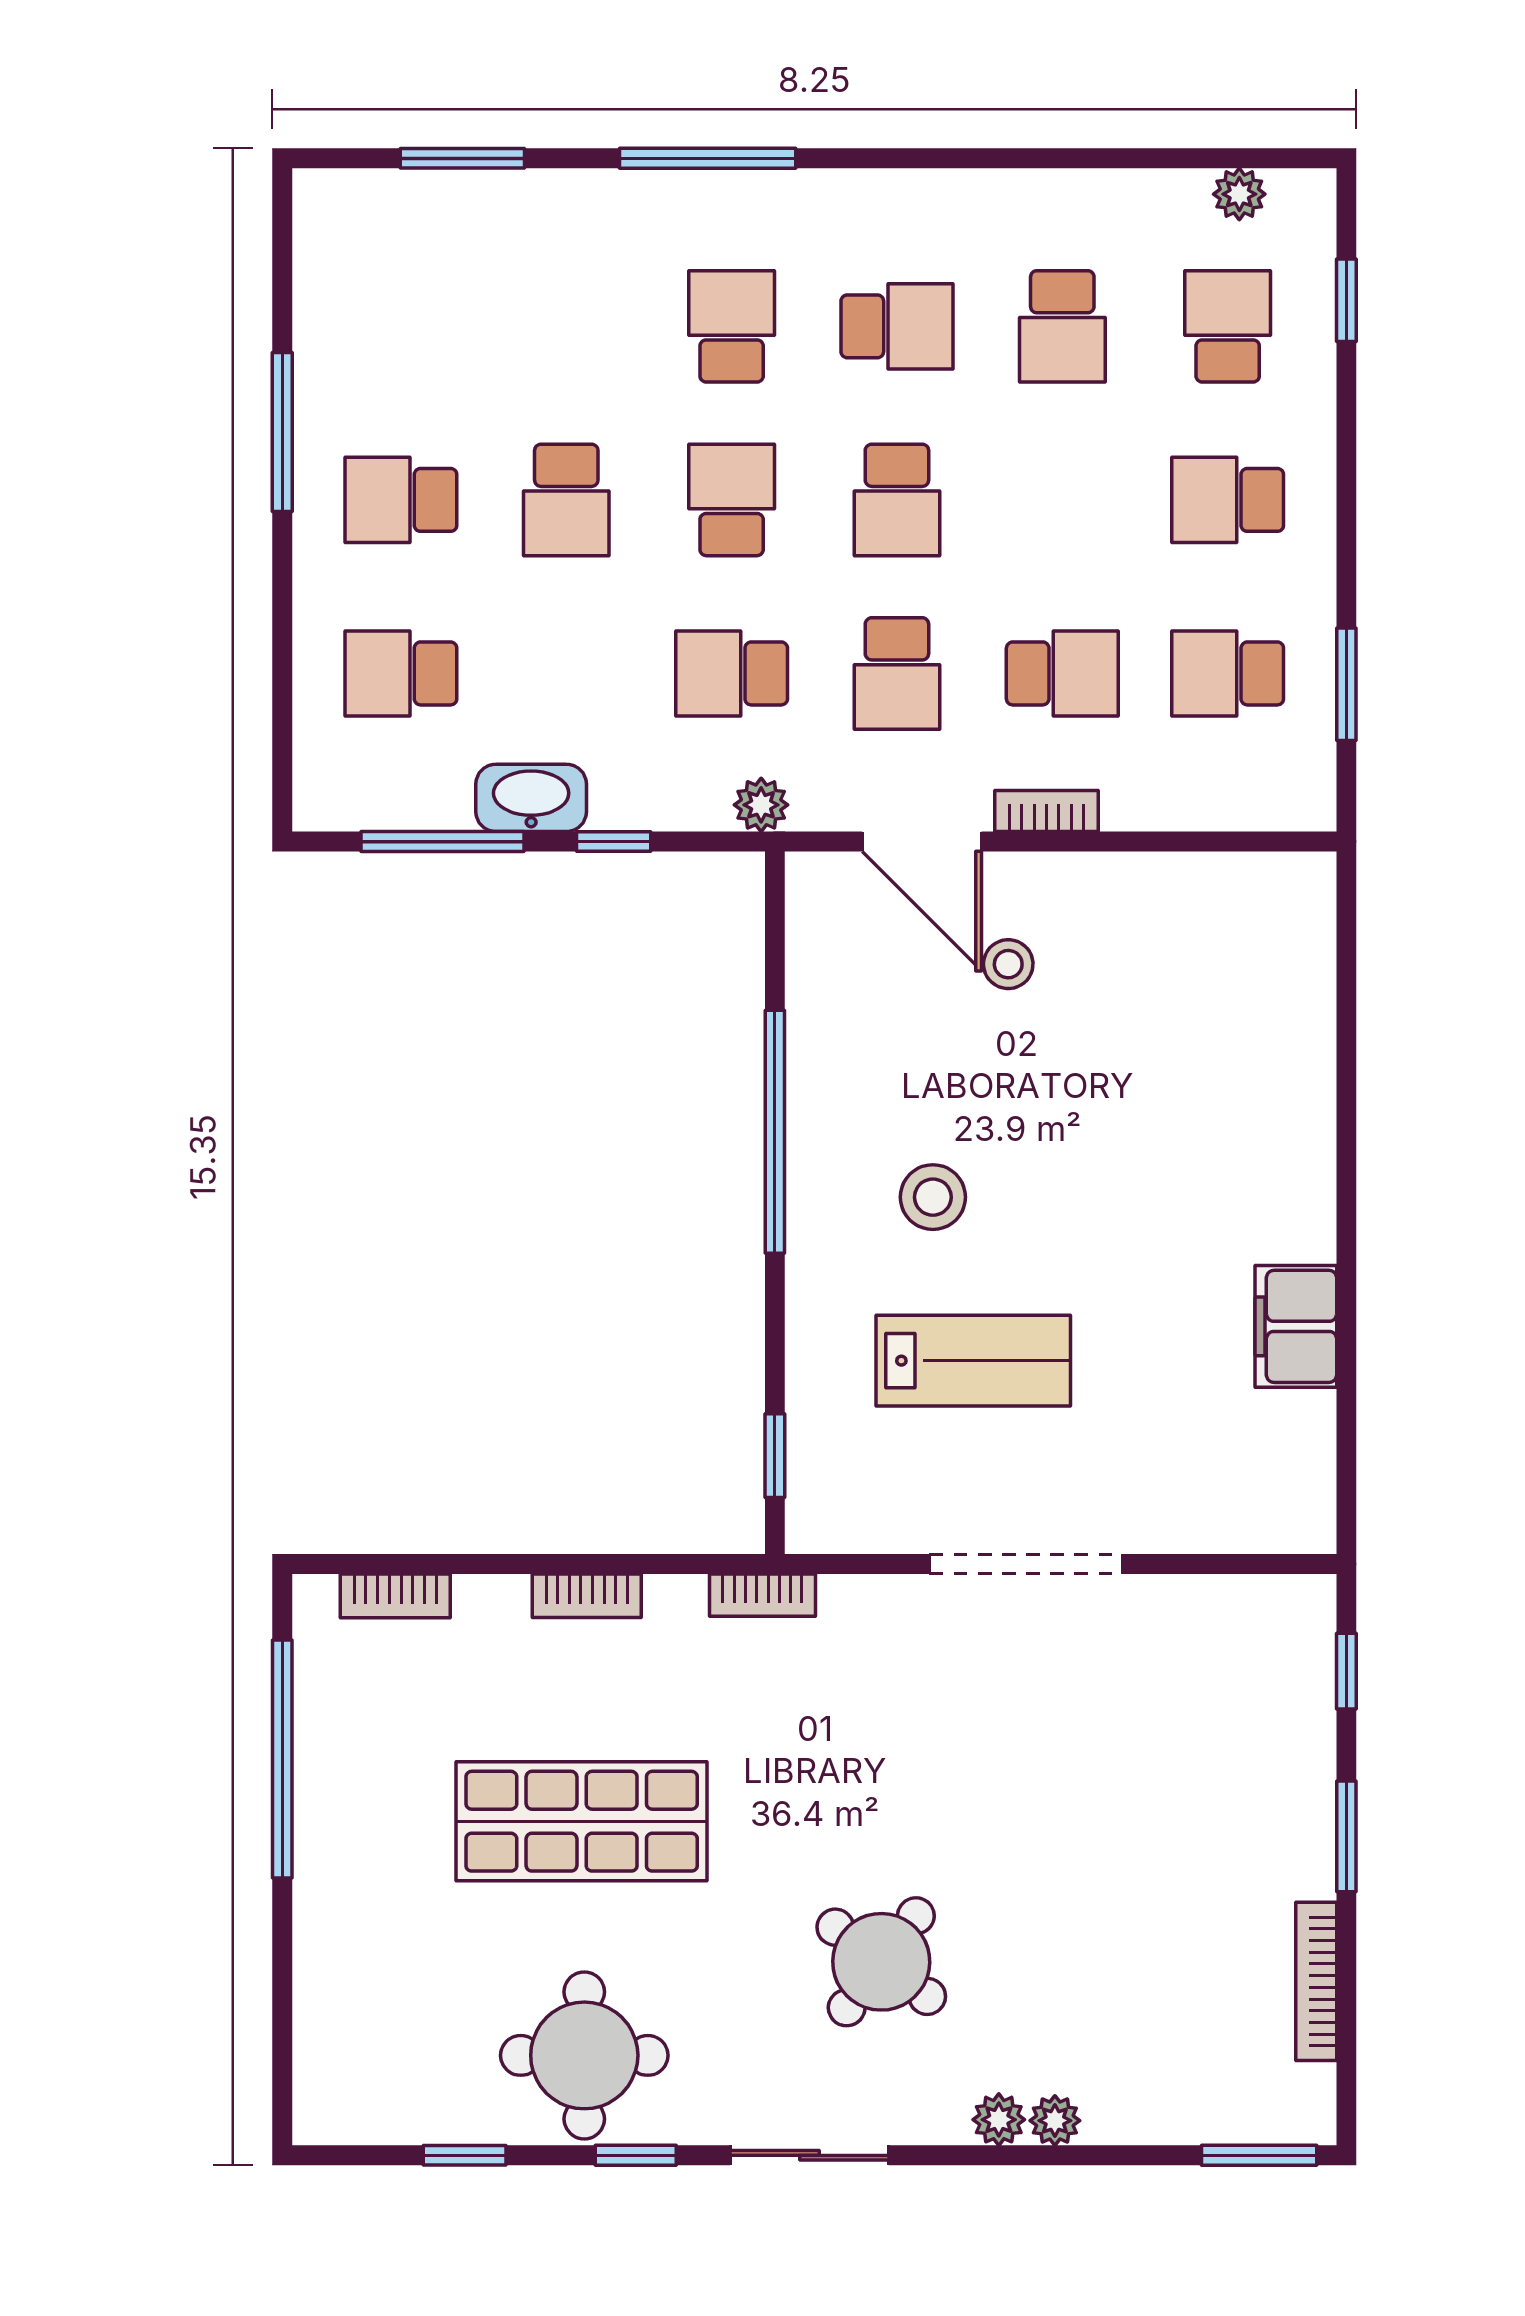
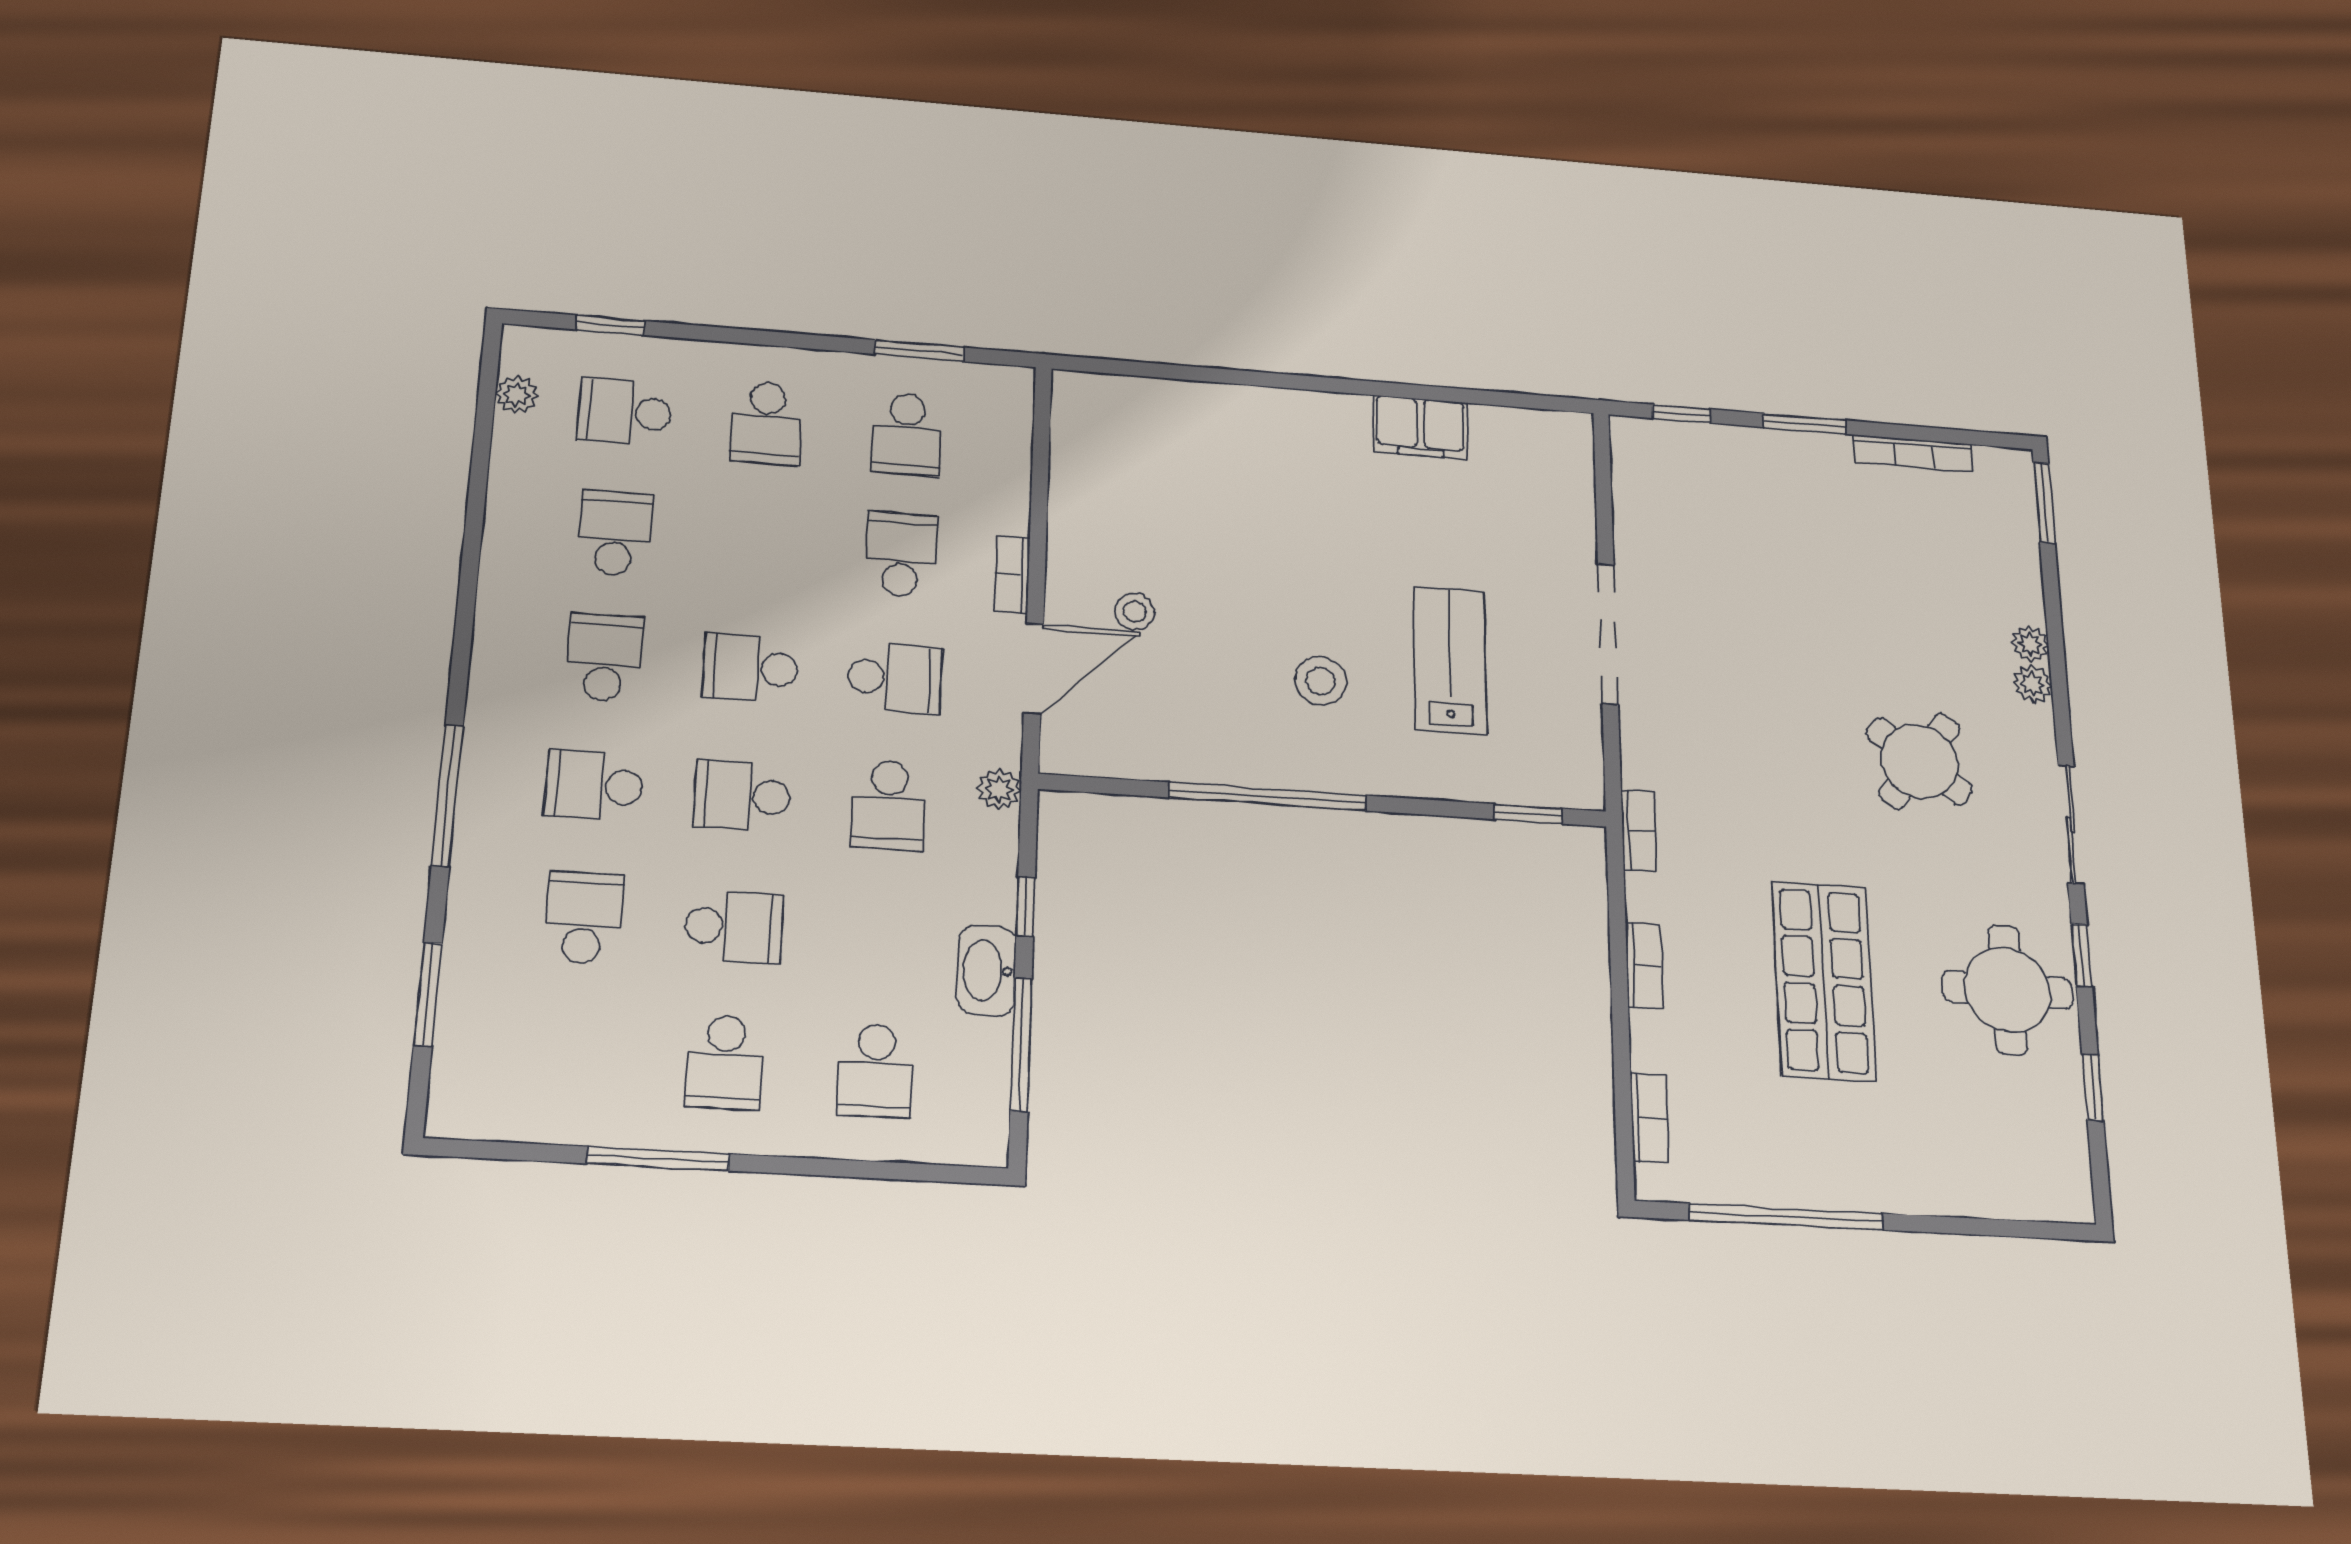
school desk: (566, 326) -> (583, 918), added
school desk: (1062, 326) -> (615, 533), turned -90
school desk: (897, 500) -> (750, 668), turned 180

